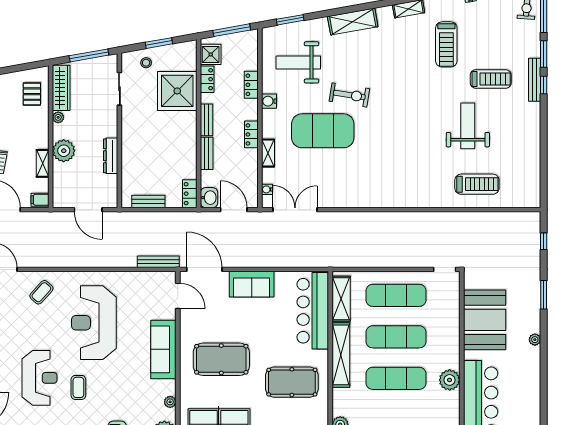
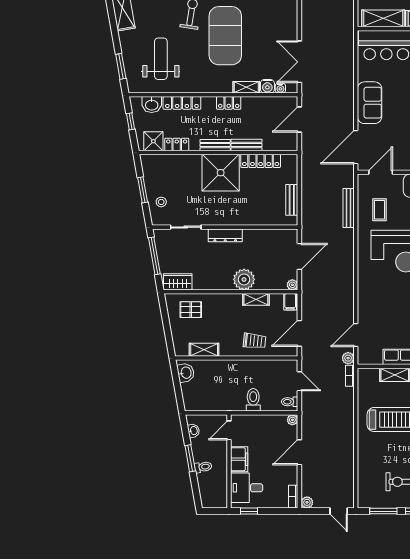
window: (232, 30) -> (131, 121), width x0.46
weight bench: (298, 62) -> (161, 59), turned 180
locker: (251, 85) -> (182, 103), width x1.53
wardrobe: (61, 88) -> (178, 282), width x0.67
shower: (177, 91) -> (221, 173), moved
water cooler: (269, 101) -> (267, 86), moved
plant: (58, 117) -> (292, 285), moved
dresser: (111, 156) -> (225, 235), moved
locker: (190, 194) -> (261, 161), moved, width x1.53
washbasin: (209, 198) -> (152, 105), moved, turned 180
bench: (158, 262) -> (349, 208), moved
coffee table: (41, 292) -> (379, 210), moved, turned 48

